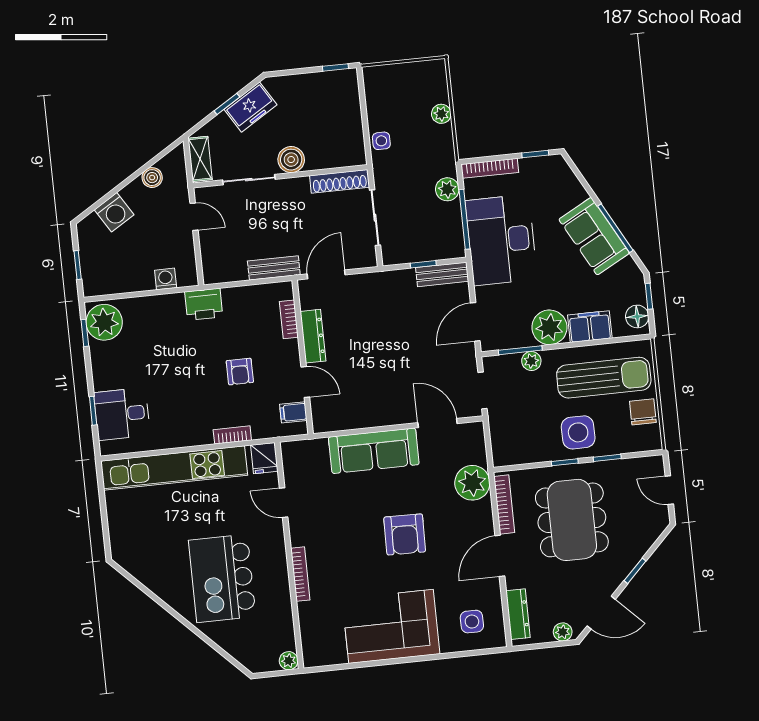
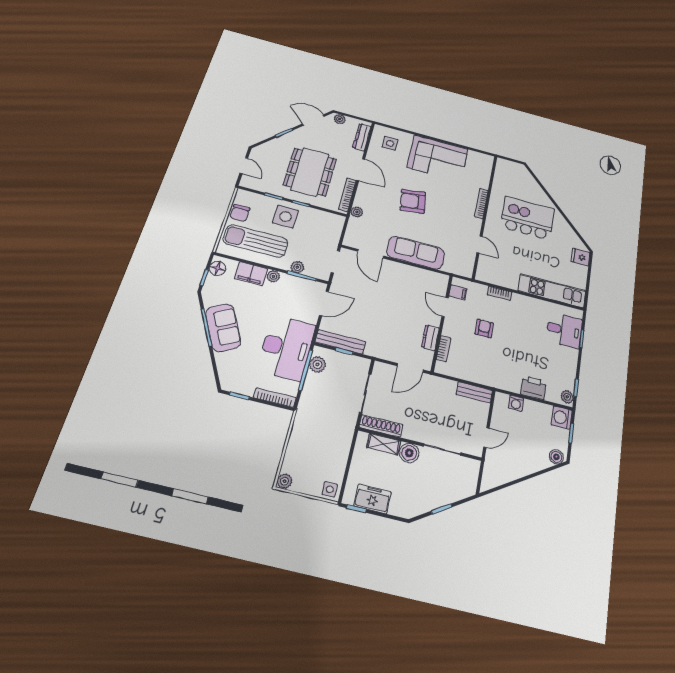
freezer: (251, 107) -> (372, 499), moved, turned 32
plant: (441, 114) -> (285, 481), moved
side table: (381, 141) -> (330, 489), moved
shelving: (200, 159) -> (384, 444), moved, turned 90
boiler: (152, 178) -> (556, 457), moved
plant: (447, 189) -> (317, 364), moved
washing machine: (114, 212) -> (562, 418), moved, turned -58
door: (194, 217) -> (486, 438), swing flipped
bench: (274, 268) -> (474, 392), moved
bench: (442, 274) -> (340, 342), width x1.36
printer: (204, 304) -> (533, 388), moved
plant: (104, 322) -> (567, 397), width x0.53, depth x0.53
plant: (549, 327) -> (273, 276), width x0.53, depth x0.53
dresser: (313, 336) -> (430, 338), width x0.70
fridge: (264, 458) -> (580, 257), moved, turned -90
kitchen unit: (174, 468) -> (552, 291), width x0.73
plant: (472, 483) -> (357, 212), width x0.53, depth x0.53
armchair: (405, 534) -> (413, 201), turned -99
door: (500, 556) -> (361, 170), hinge flipped
kitchen island: (222, 578) -> (528, 218), turned -90
plant: (289, 661) -> (502, 163), removed

